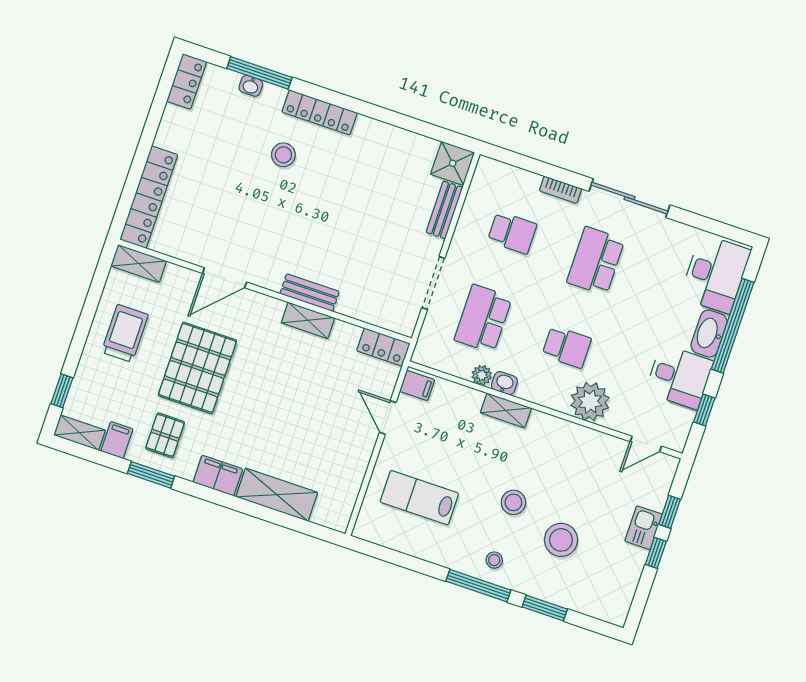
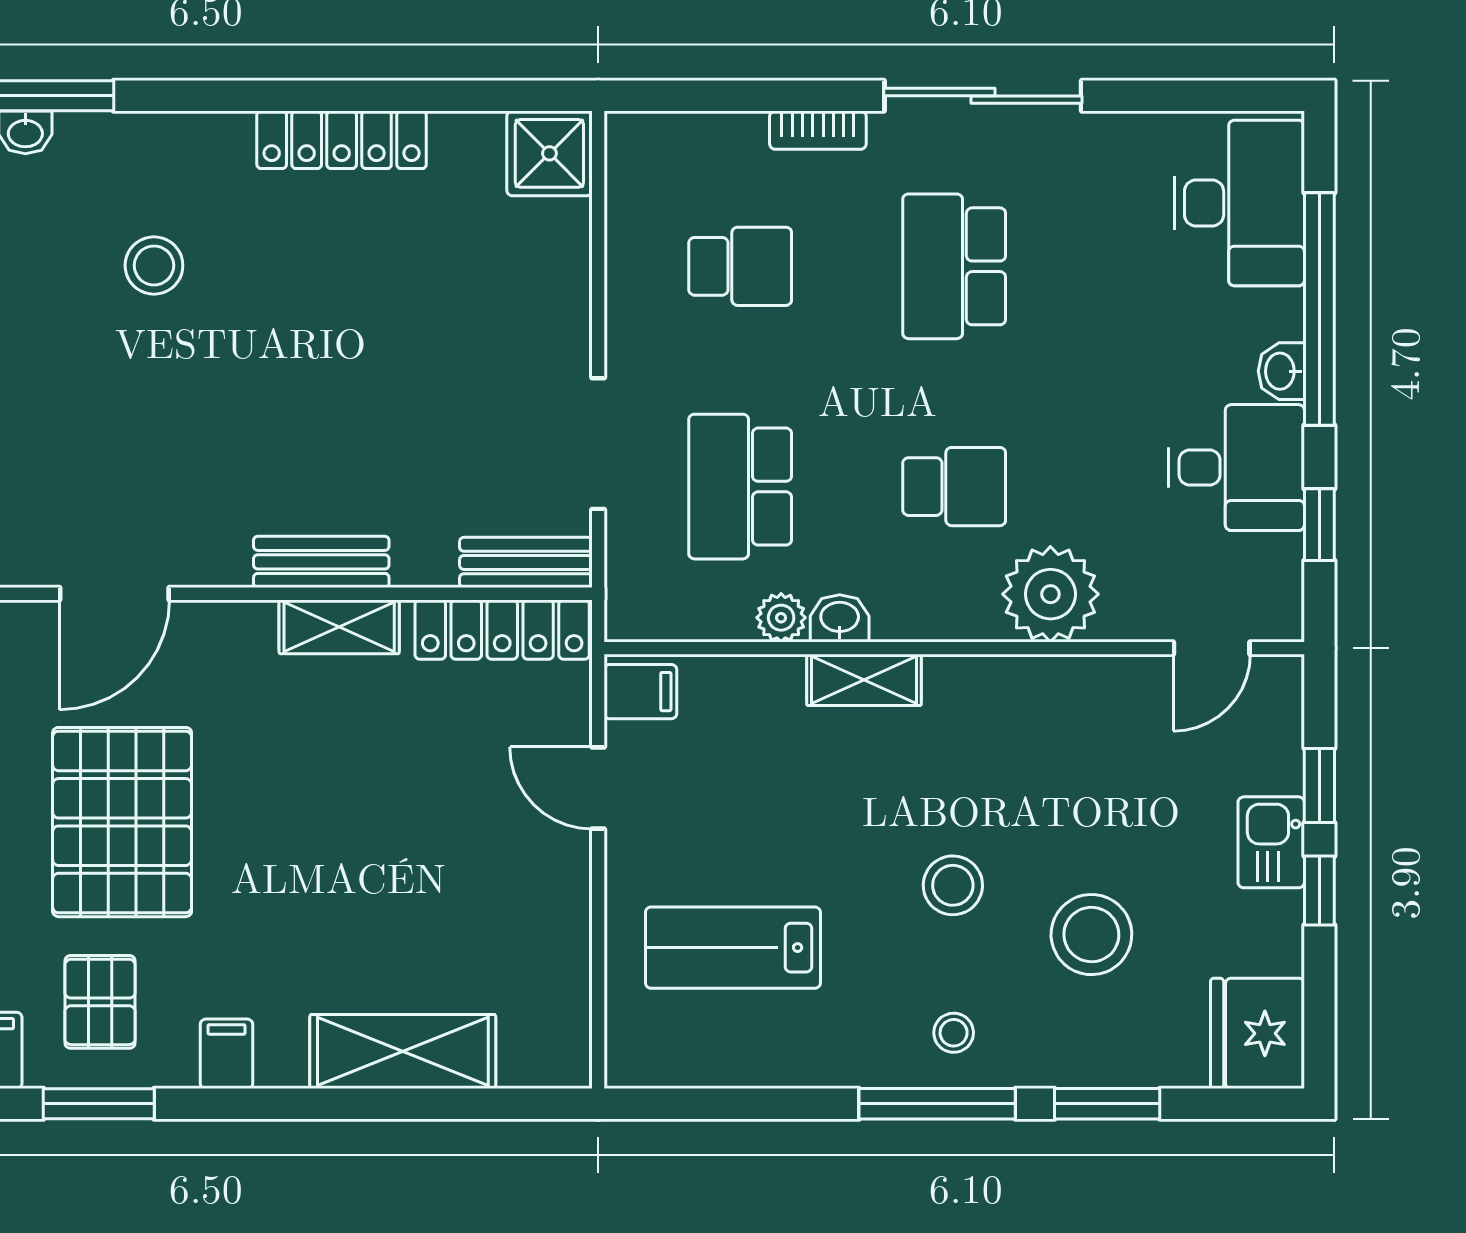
locker: (320, 112) -> (342, 140), moved
bench: (444, 210) -> (526, 562), moved, turned 90
washbasin: (709, 334) -> (1281, 371), width x0.52, depth x0.69
locker: (383, 347) -> (502, 630), width x1.53
filing cabinet: (218, 476) -> (227, 1054), width x0.50
fridge: (613, 600) -> (1257, 1033), added

